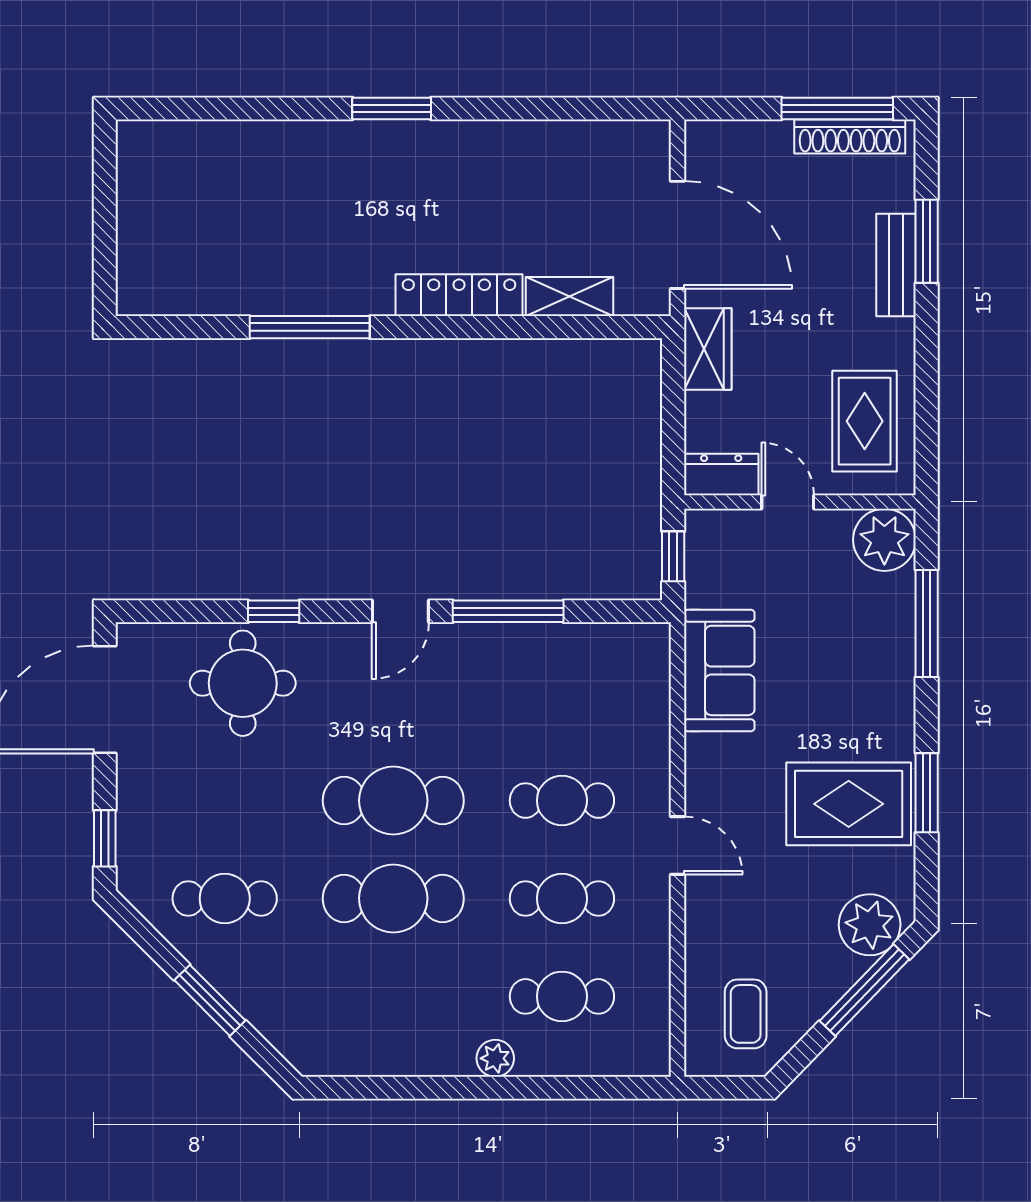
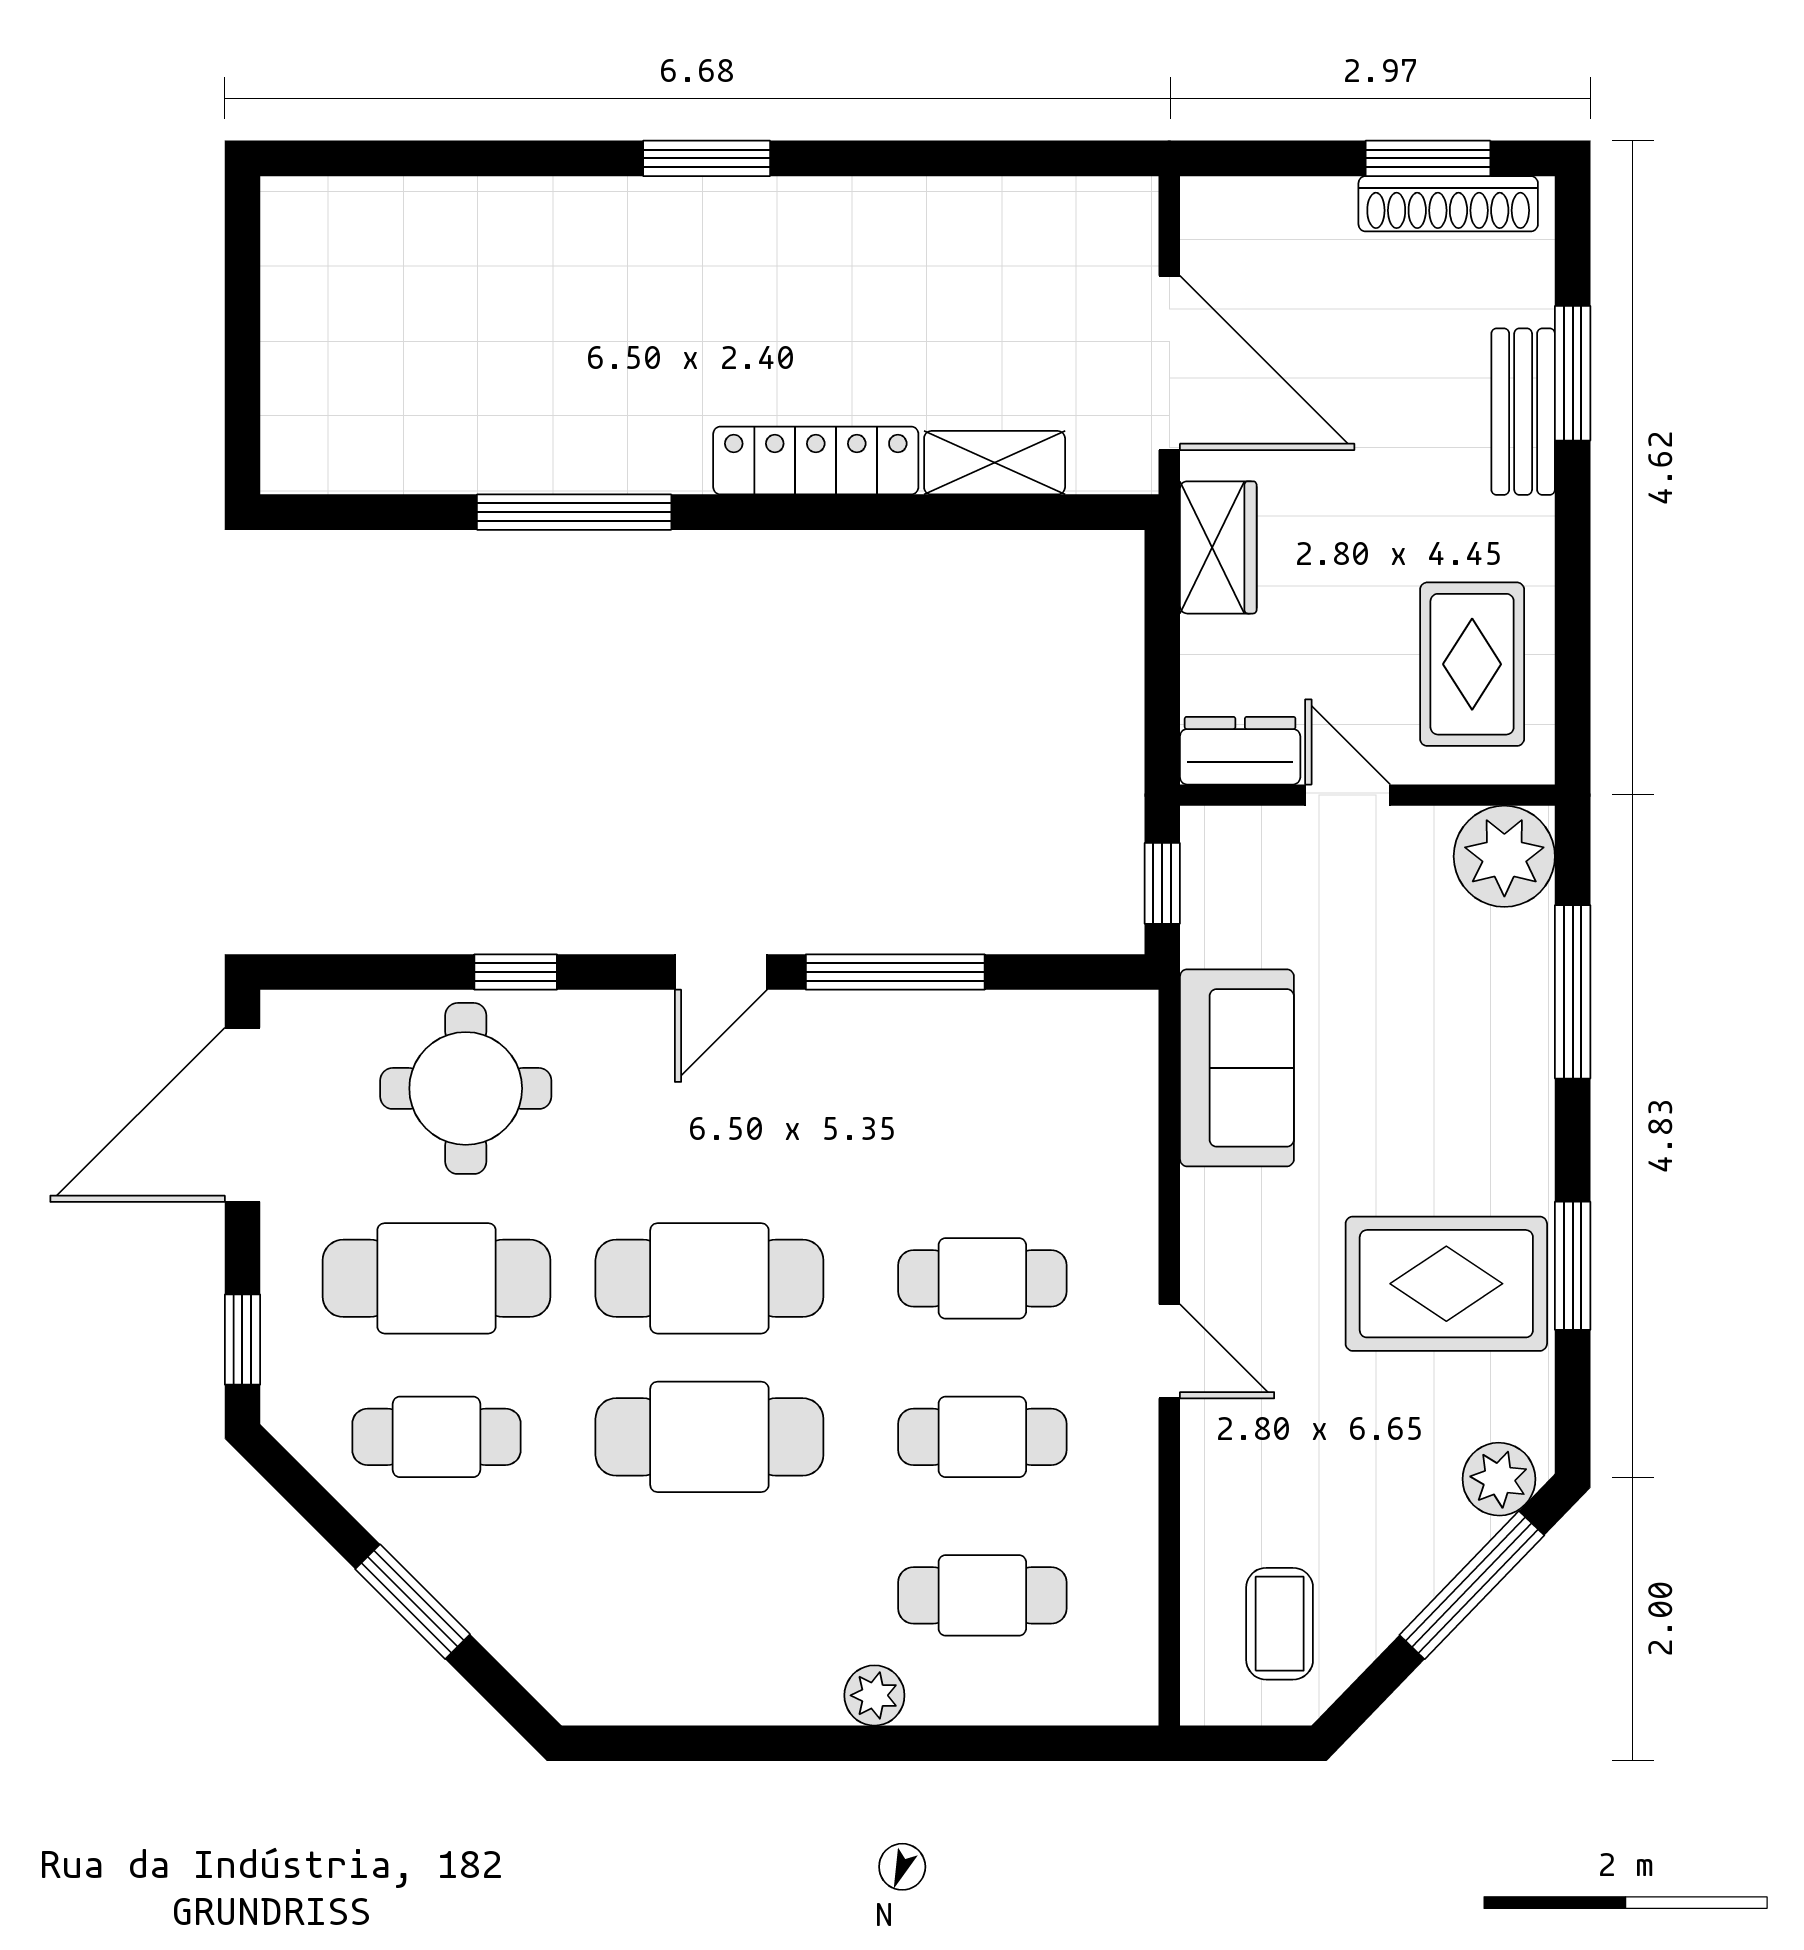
window: (837, 109) -> (1428, 158), width x0.69
cafe table: (225, 801) -> (436, 1278), added
plant: (870, 925) -> (1499, 1479), width x0.73, depth x0.73

